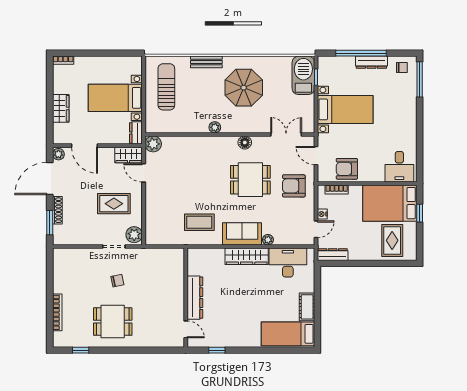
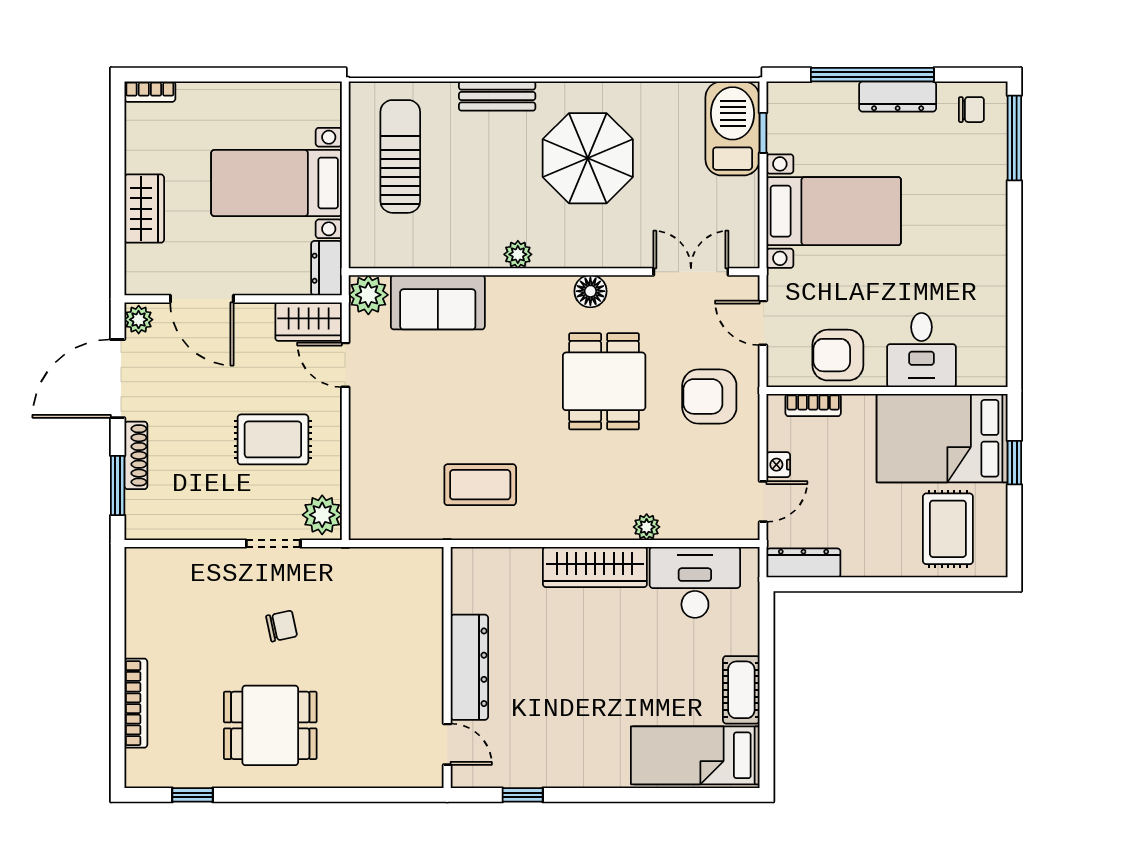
desk: (399, 167) -> (921, 350), moved
dining table: (250, 180) -> (604, 381), turned 90
sofa: (242, 234) -> (438, 302), moved, turned 180

